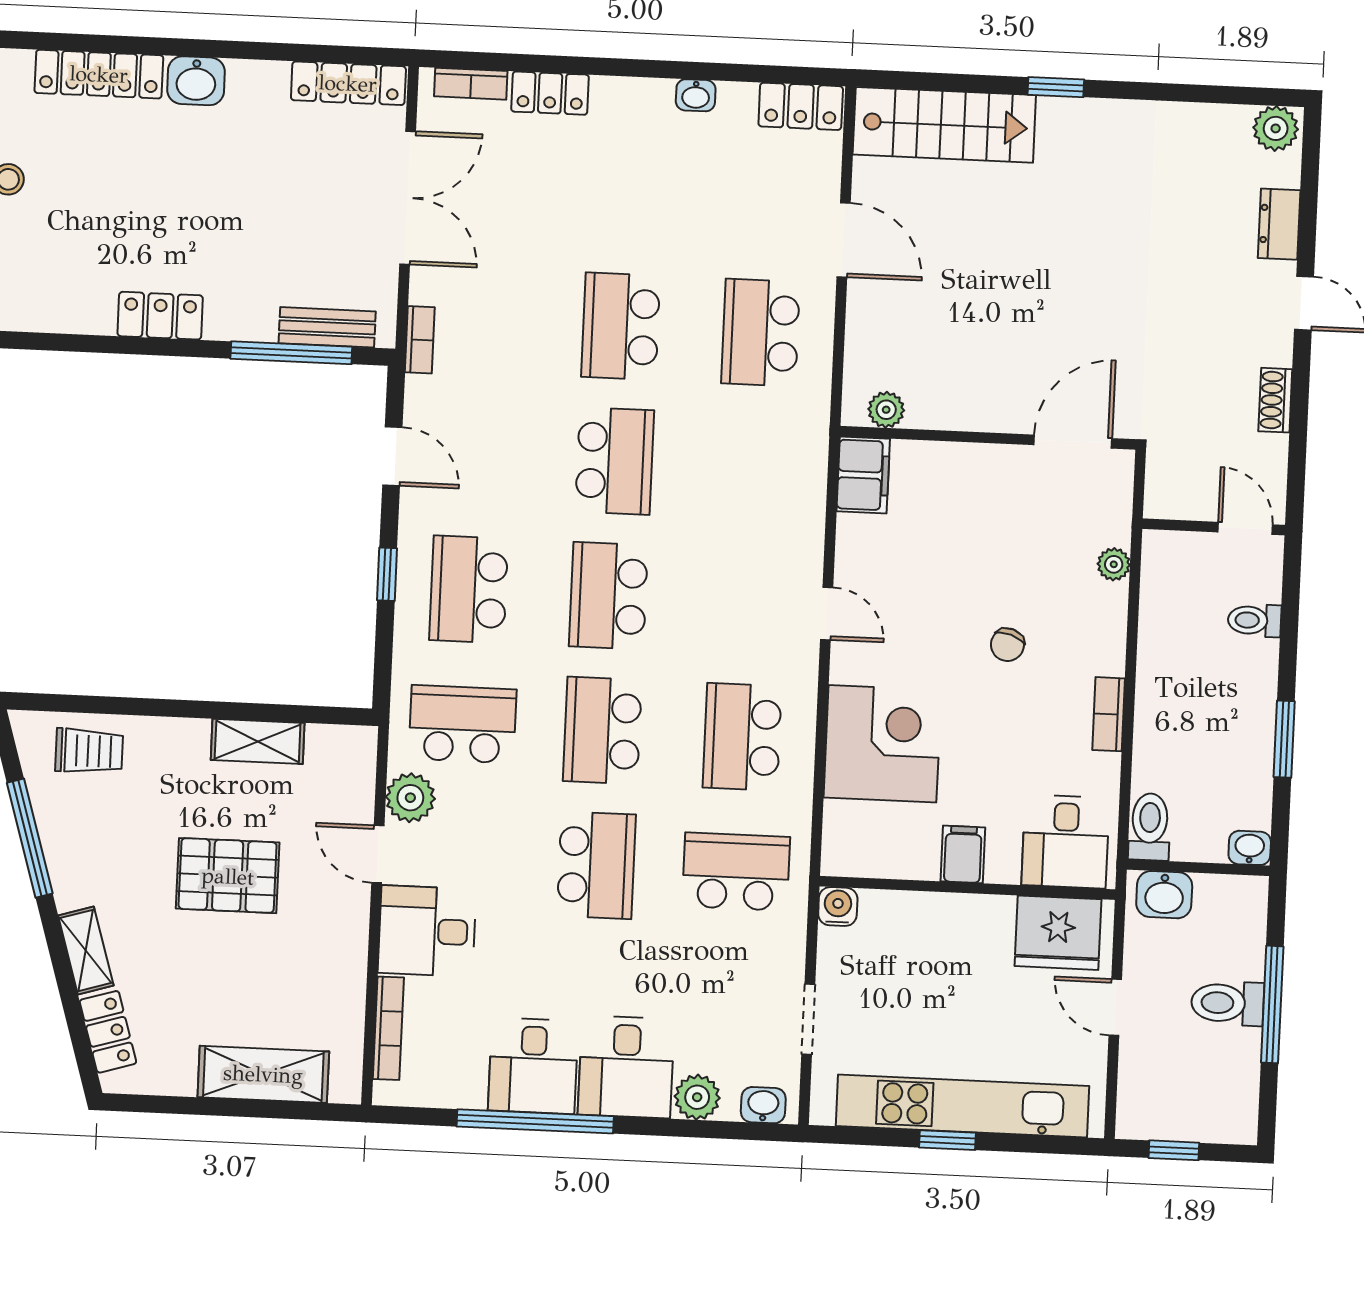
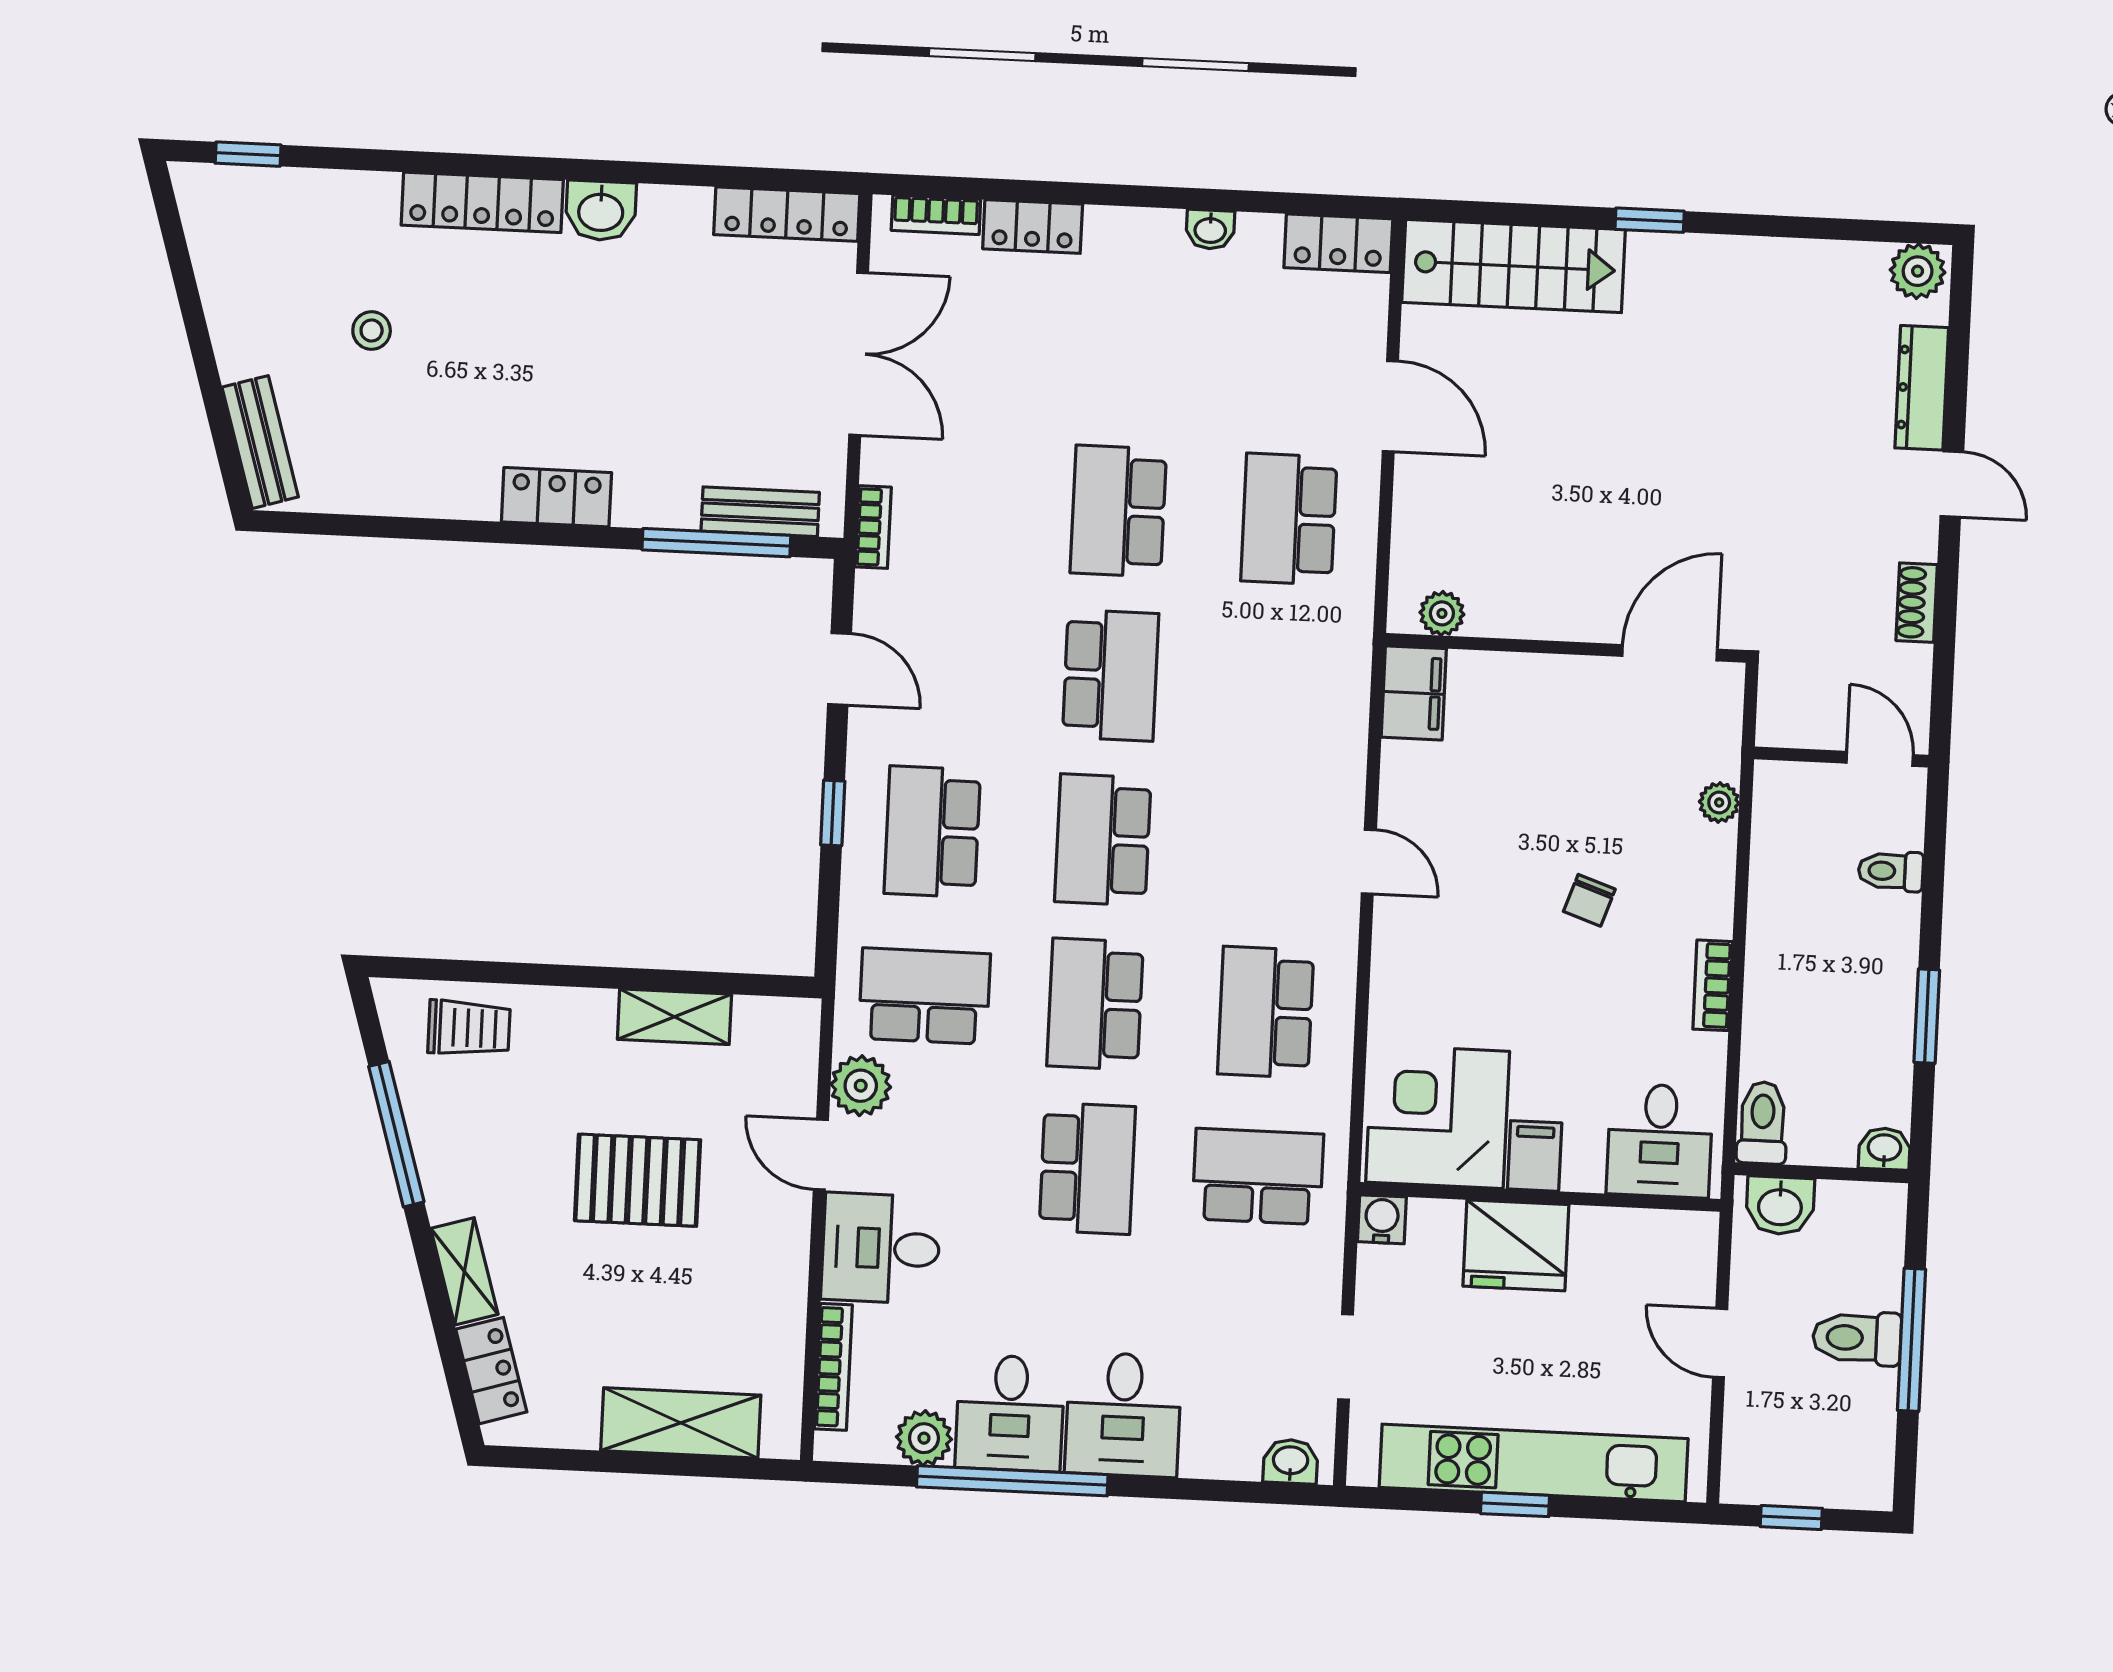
dresser: (1279, 224) -> (1922, 388), width x1.44
corner desk: (882, 744) -> (1438, 1117), moved, turned -90
fridge: (1058, 933) -> (1516, 1245), moved
plant: (697, 1097) -> (924, 1438), moved

